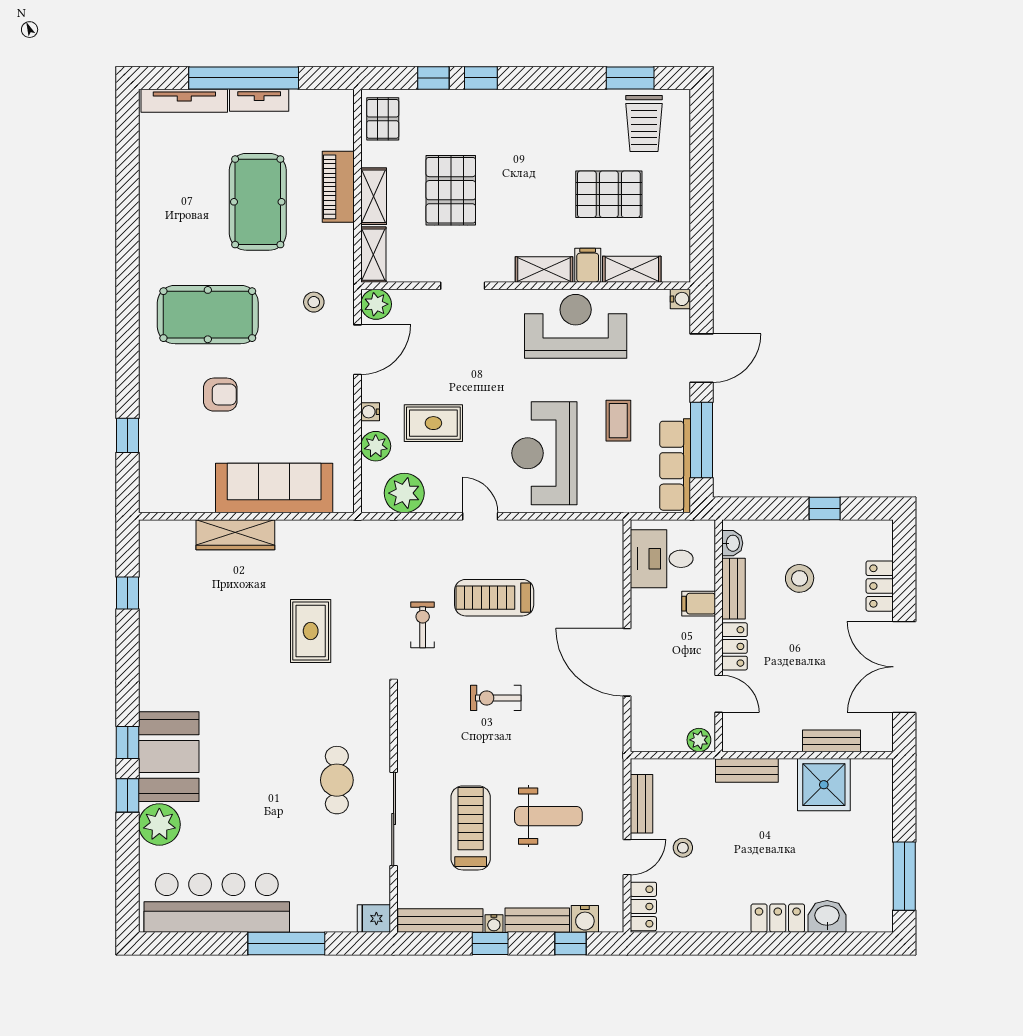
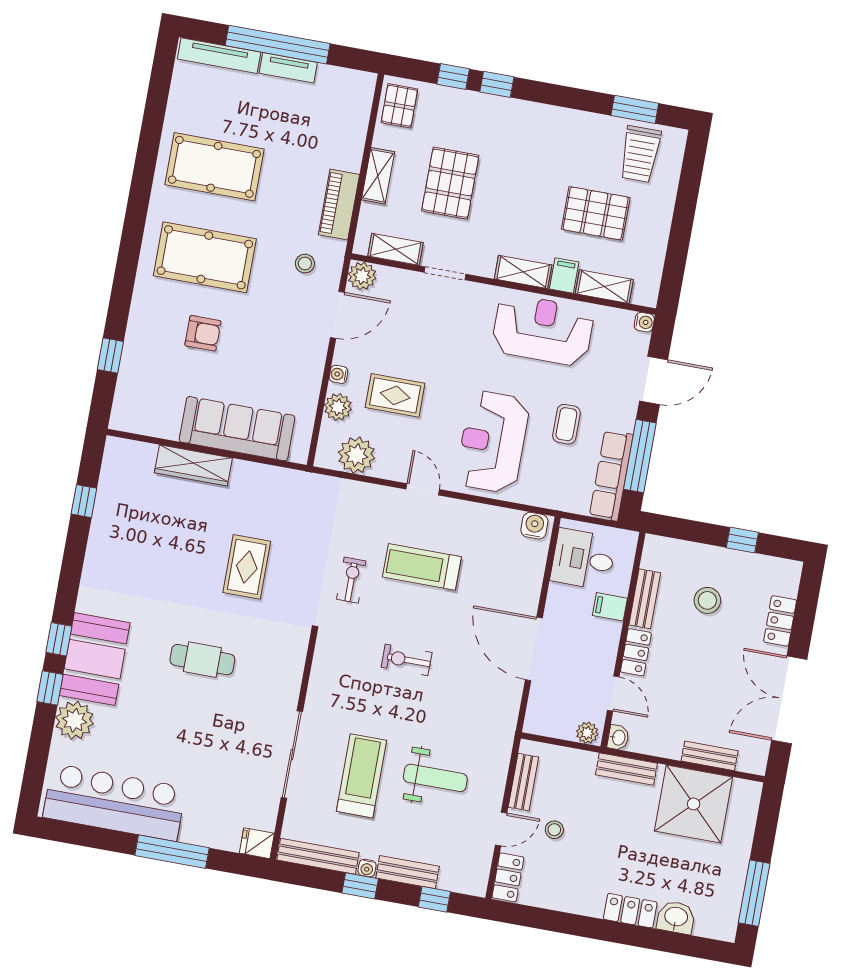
piano: (338, 187) -> (339, 205), moved
pool table: (258, 202) -> (214, 167), moved, turned 90
shelving: (373, 255) -> (396, 249), moved, turned 90
washbasin: (732, 543) -> (618, 738), moved
cafe table: (337, 780) -> (202, 660), moved, turned 90
shower: (824, 785) -> (694, 804), width x1.37, depth x1.37
water cooler: (585, 919) -> (534, 526), moved, turned 180

